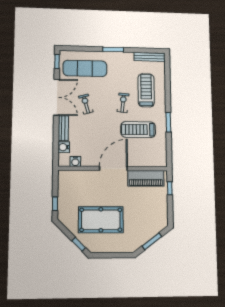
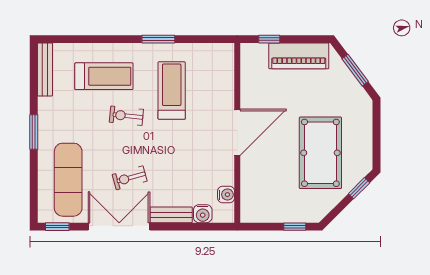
treadmill: (146, 90) -> (104, 76), turned 180
treadmill: (138, 130) -> (172, 91), turned 180
door: (113, 169) -> (237, 132), swing flipped
piano: (146, 178) -> (299, 56), moved, turned 90

